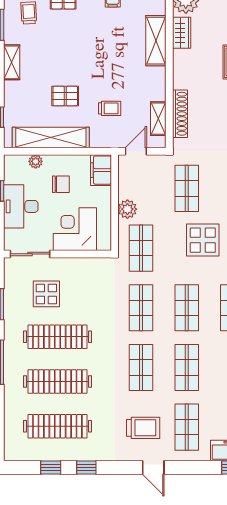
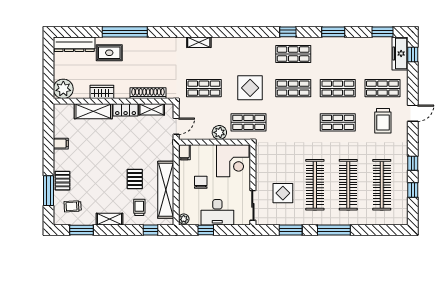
wardrobe: (182, 33) -> (102, 92), moved
locker: (158, 84) -> (126, 110), added
trolley: (110, 108) -> (139, 207), moved
door: (136, 151) -> (176, 126), swing flipped
plant: (36, 161) -> (184, 219), moved
filing cabinet: (101, 170) -> (184, 152), width x0.50
corner desk: (75, 229) -> (233, 161), moved, turned -90
display table: (203, 240) -> (250, 88), moved
shop shelf: (141, 308) -> (293, 122), removed
trolley: (143, 428) -> (383, 121), turned 180

